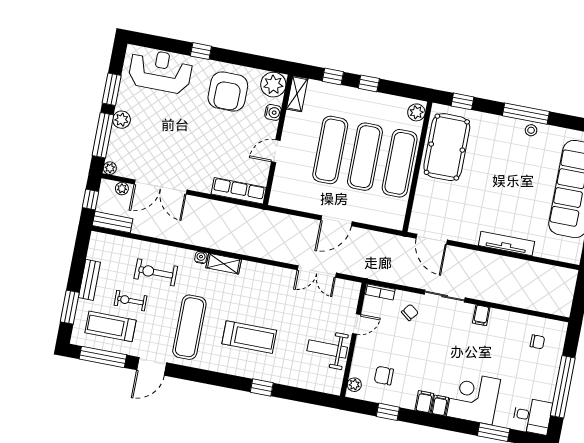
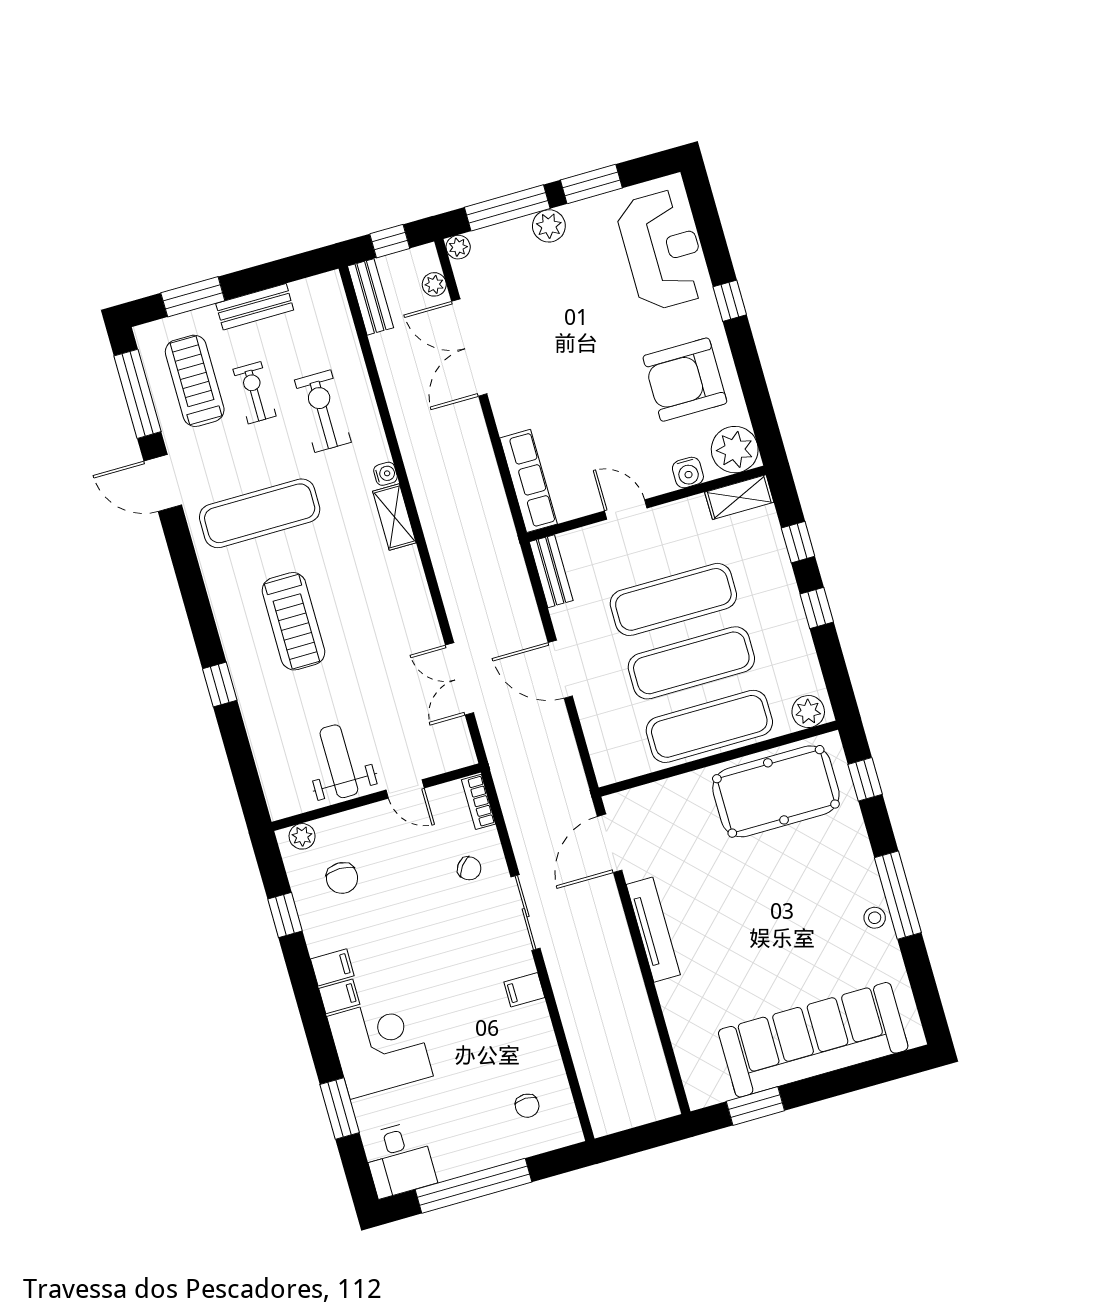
bench: (287, 202) -> (551, 571), added
tv unit: (506, 243) -> (653, 930), moved
chair: (384, 376) -> (342, 878), turned 180

